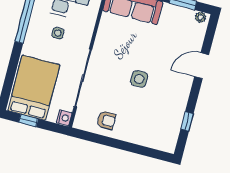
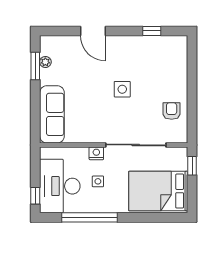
plant: (201, 17) -> (45, 62), moved
nightstand: (64, 118) -> (96, 153), moved
window: (28, 121) -> (192, 166), moved

